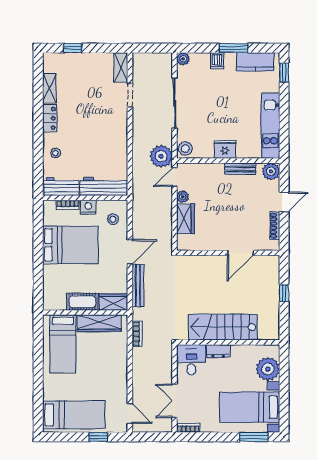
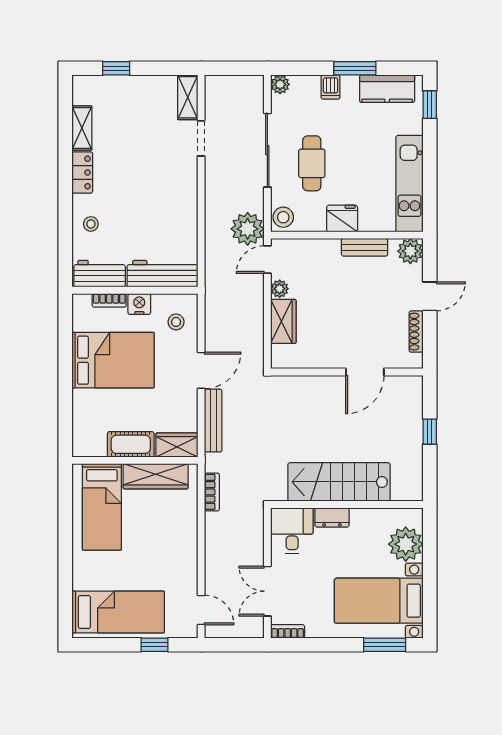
cafe table: (205, 112) -> (312, 163), added

